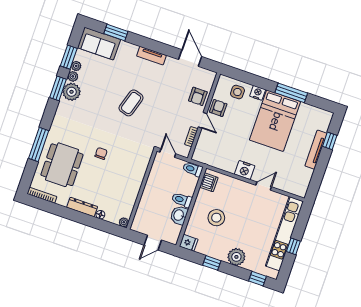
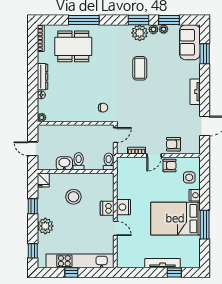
coffee table: (131, 103) -> (140, 68), moved, turned 73
chair: (101, 153) -> (103, 108), moved
dishwasher: (209, 182) -> (107, 208), moved, turned 90

